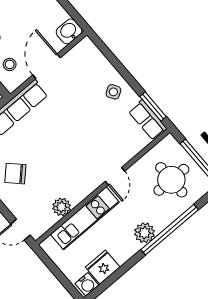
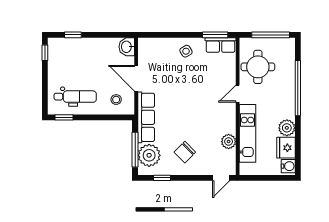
door: (115, 176) -> (238, 94), swing flipped
round table: (171, 180) -> (258, 67), moved
plant: (145, 233) -> (287, 128), moved

